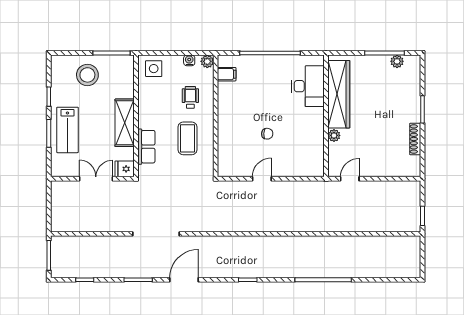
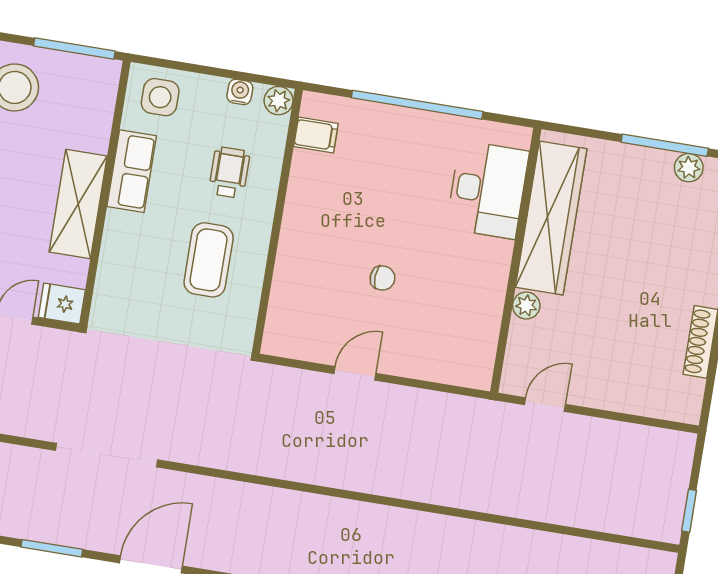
row of seats: (146, 147) -> (132, 171), moved

